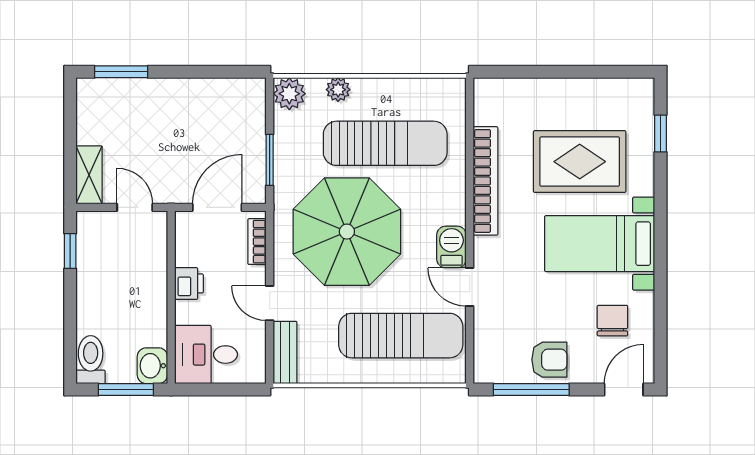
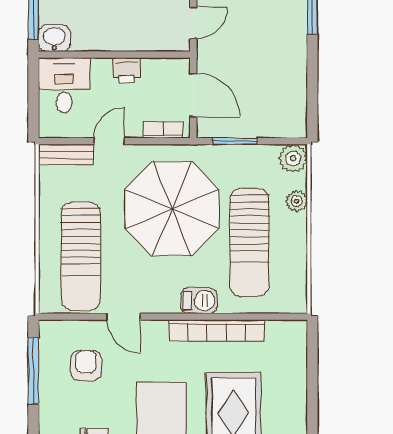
barbecue: (451, 247) -> (199, 301), moved
door: (470, 287) -> (123, 317), swing flipped
armchair: (549, 360) -> (86, 366), moved, turned 180

